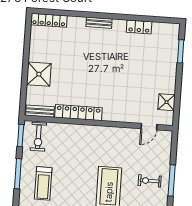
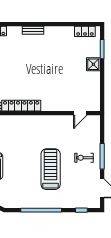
locker: (139, 27) -> (85, 31), moved
shower: (167, 102) -> (93, 64), moved

